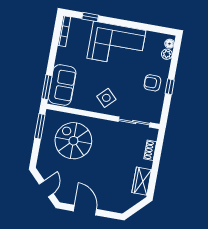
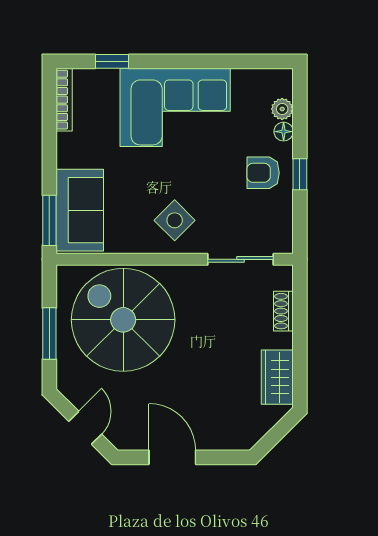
floor lamp: (169, 44) -> (284, 132), moved
window: (40, 126) -> (49, 334), moved
spiral stairs: (73, 141) -> (123, 320), width x1.37, depth x1.37

